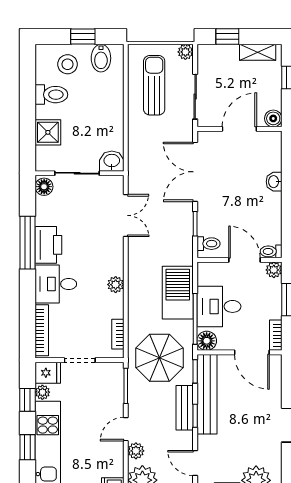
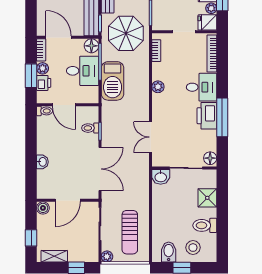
toilet: (208, 244) -> (90, 128), moved
plant: (274, 270) -> (43, 68), moved
printer: (272, 290) -> (44, 83), added

